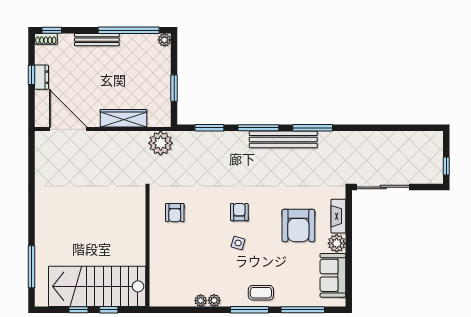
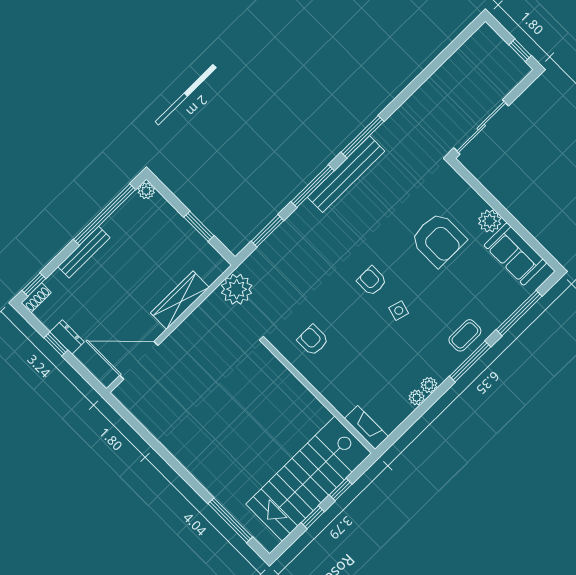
armchair: (175, 213) -> (313, 340), turned 180
fireplace: (338, 216) -> (366, 427), moved, turned 180

